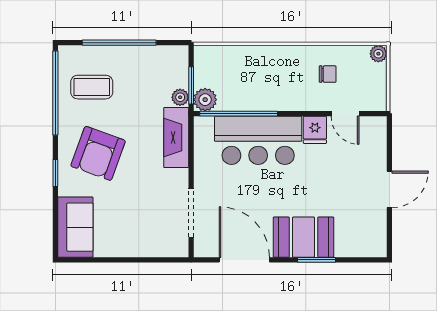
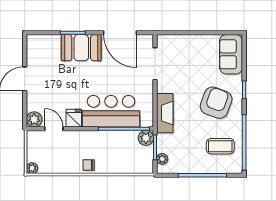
chair: (328, 74) -> (89, 165), moved
plant: (180, 97) -> (162, 159), moved
plant: (375, 128) -> (34, 119), added

